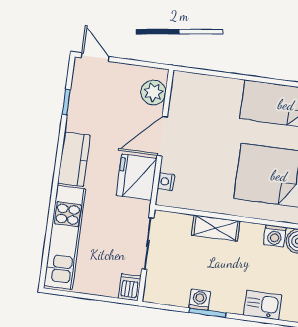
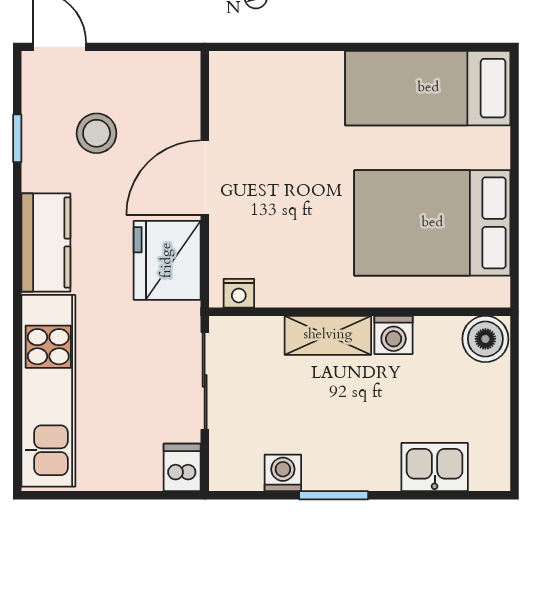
plant: (153, 92) -> (177, 98), removed
stool: (108, 105) -> (97, 133), added
nightstand: (166, 182) -> (239, 293), moved, turned -90
washing machine: (275, 236) -> (394, 335), moved
washing machine: (200, 300) -> (283, 473), moved

